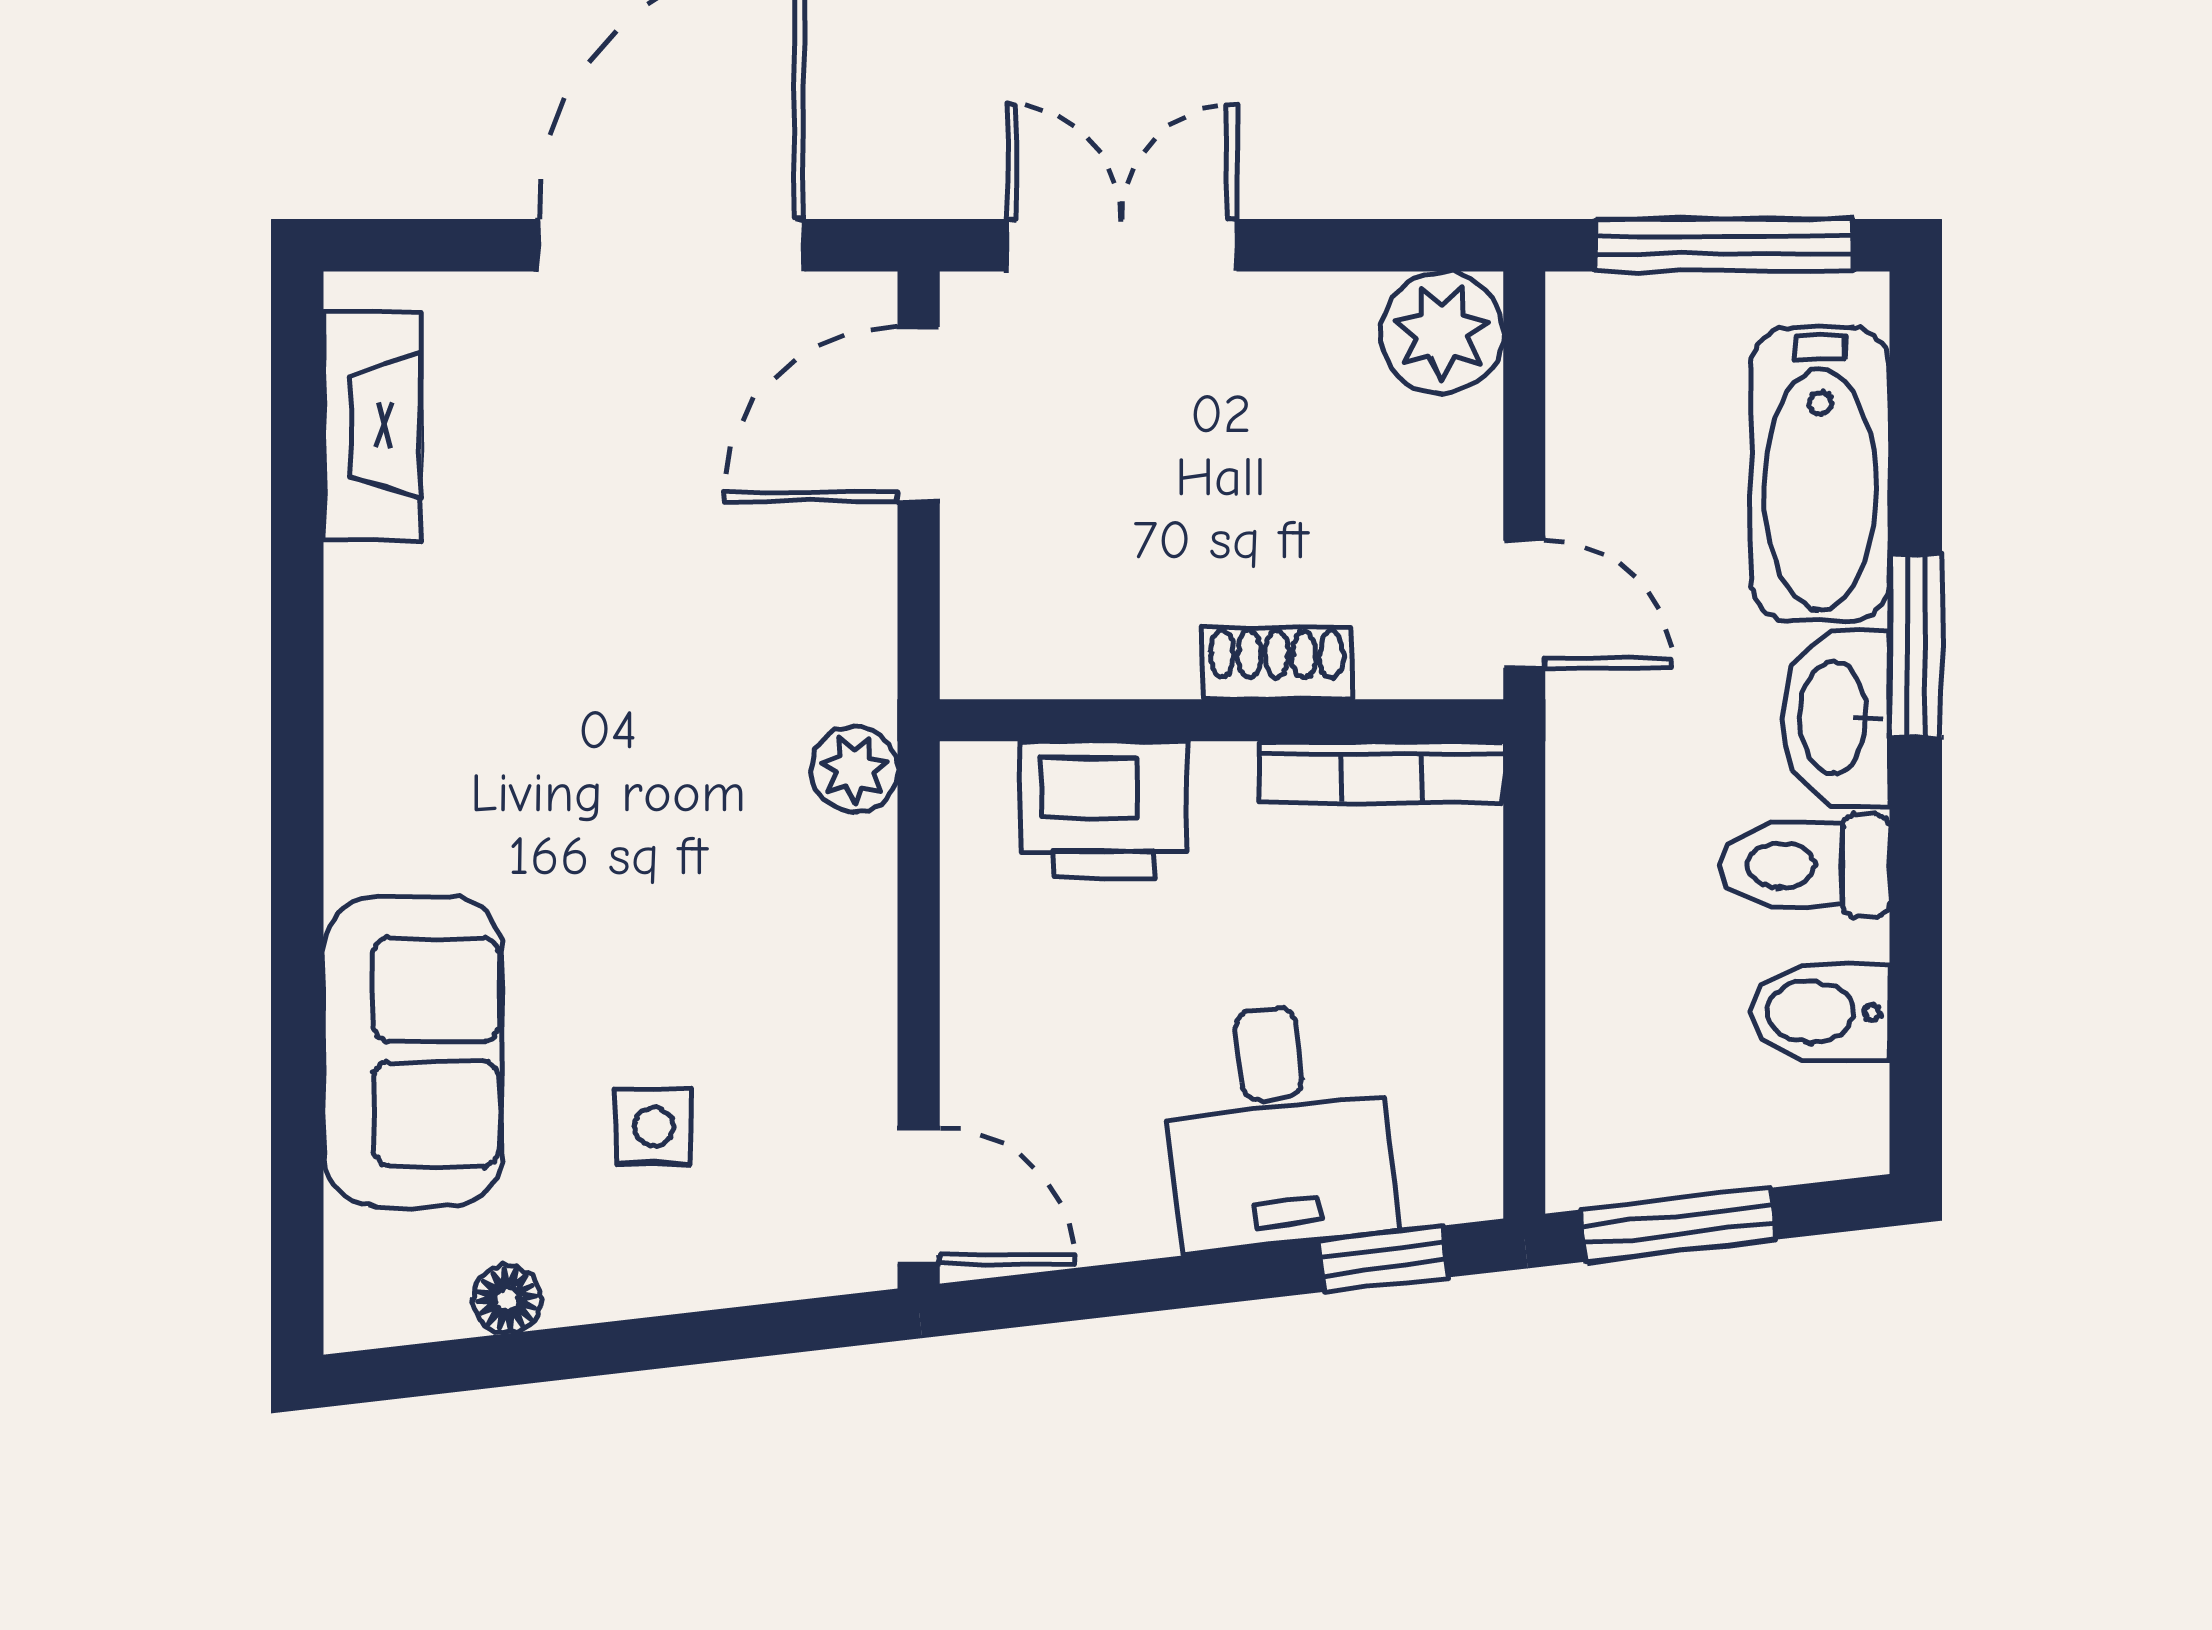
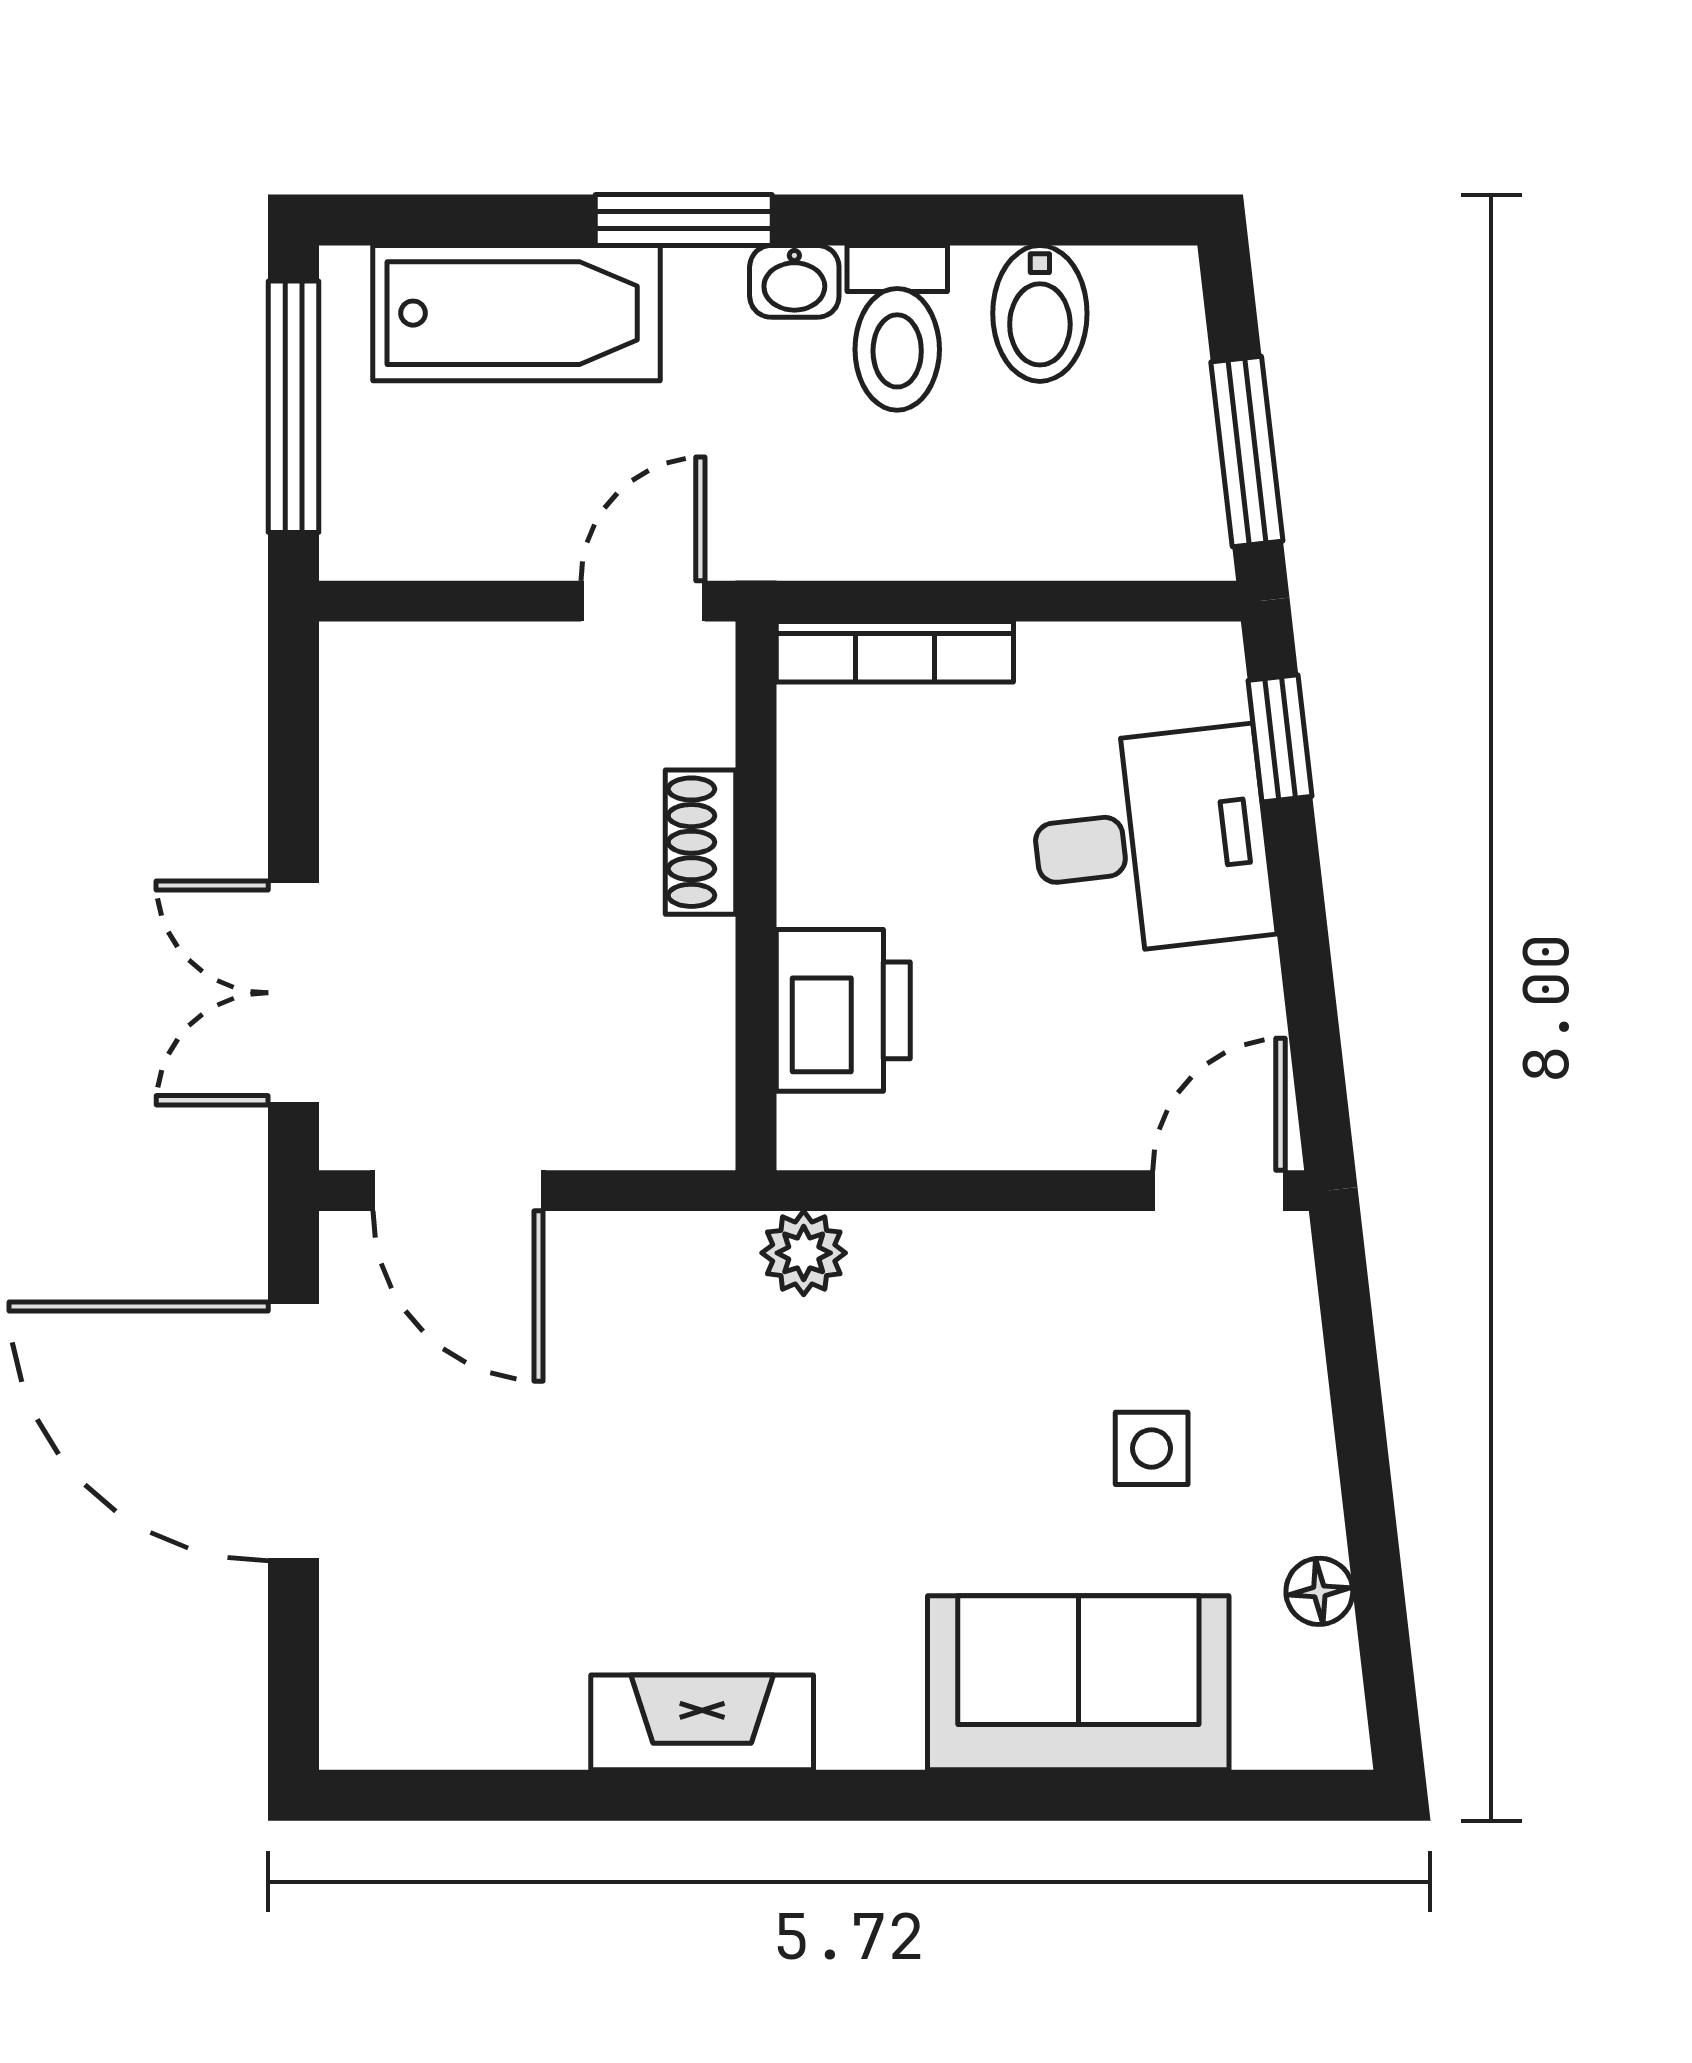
plant: (1442, 332) -> (378, 681), removed
fireplace: (372, 426) -> (702, 1722), moved
washbasin: (1836, 718) -> (794, 281), width x0.52, depth x0.69
bookcase: (1382, 772) -> (895, 652), moved, turned 90

